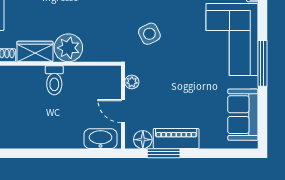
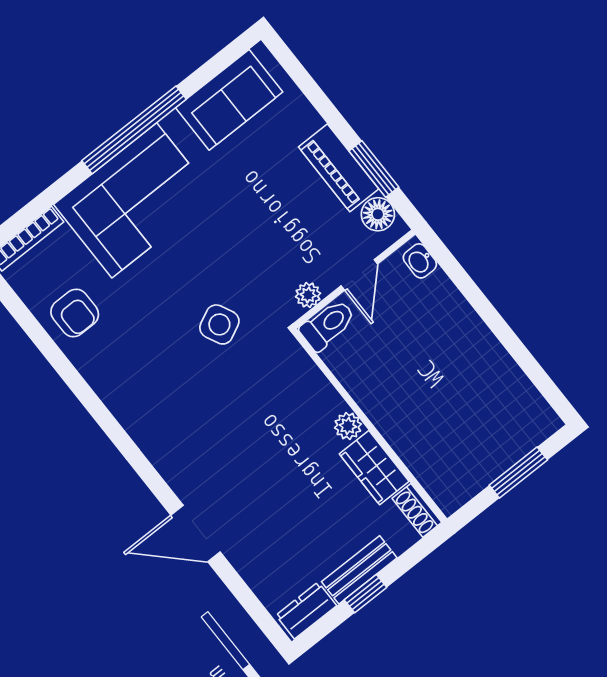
plant: (68, 48) -> (348, 426), width x0.53, depth x0.53
window: (262, 63) -> (134, 130), width x1.46
toilet: (54, 80) -> (328, 325), moved
washbasin: (100, 139) -> (420, 261), width x0.52, depth x0.69

